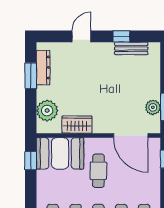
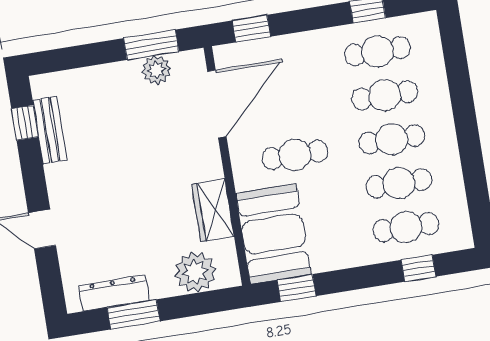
window: (121, 36) -> (25, 123), moved

